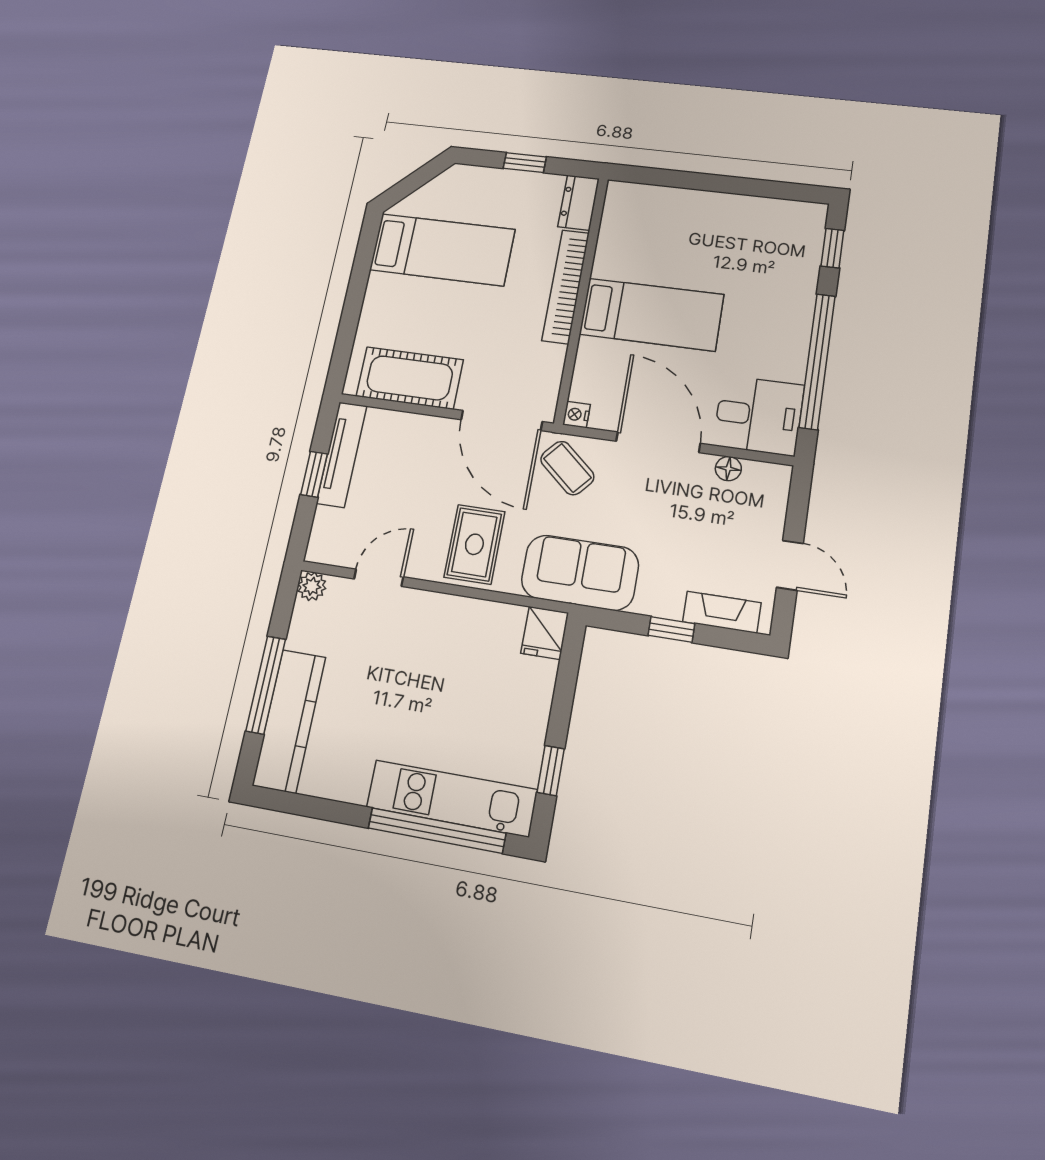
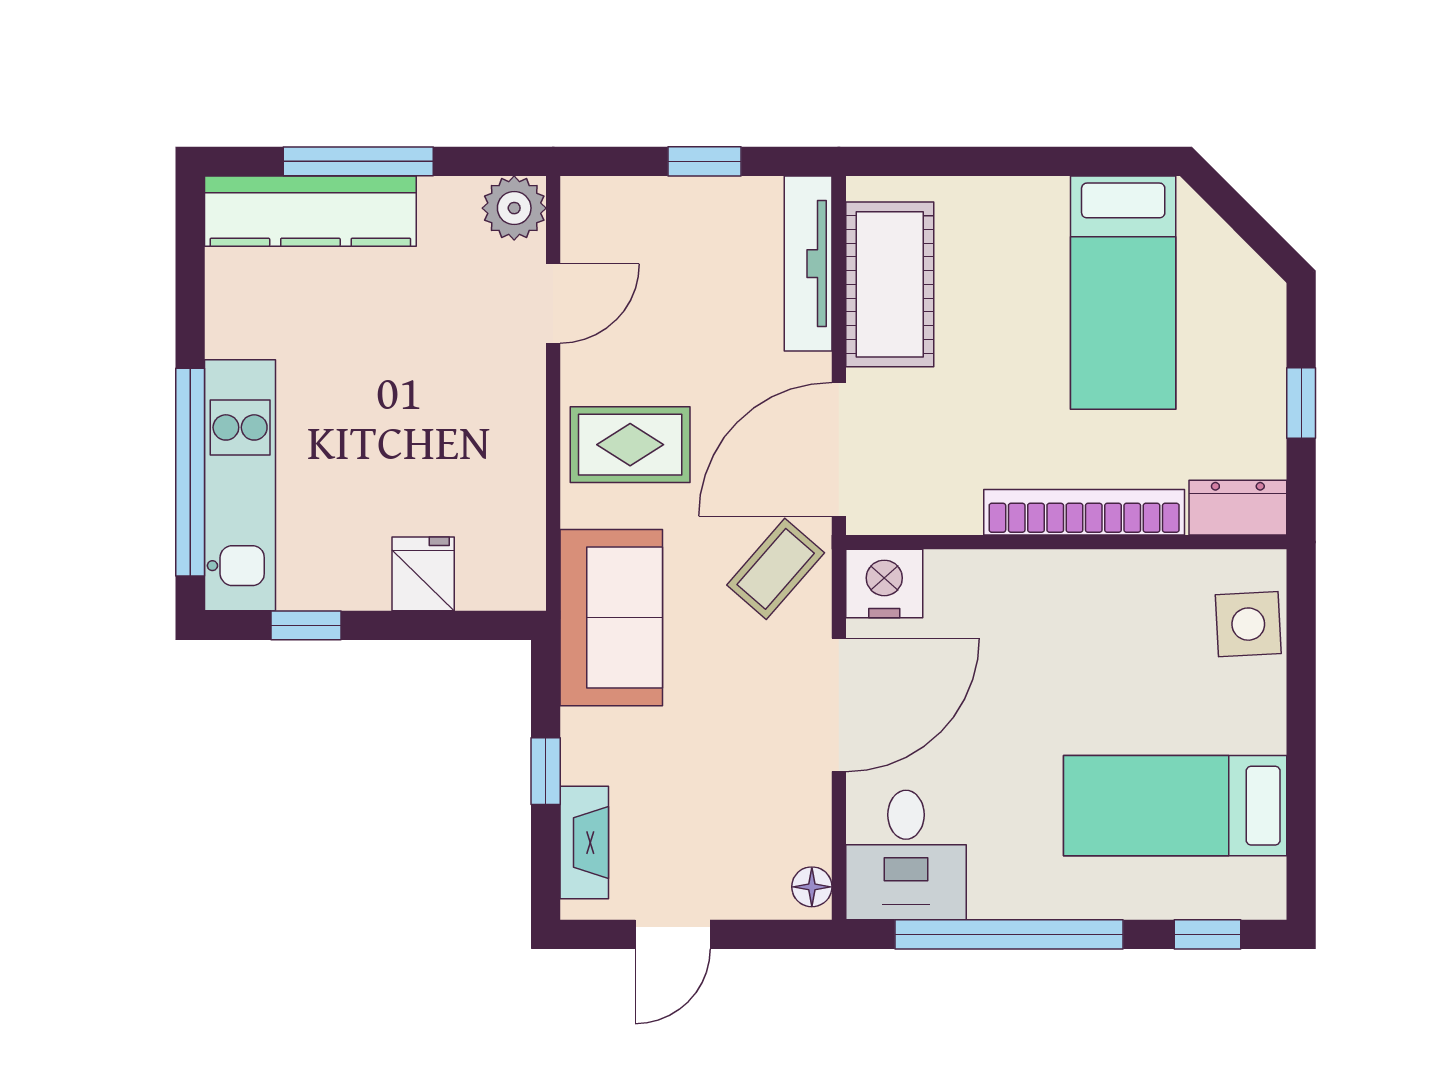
side table: (648, 205) -> (1248, 624), added
bed: (651, 314) -> (1175, 806), moved, turned 90
nightstand: (577, 415) -> (884, 583), width x1.89, depth x1.79
tv unit: (342, 454) -> (808, 264), moved, turned 90
floor lamp: (728, 469) -> (812, 887), moved
door: (379, 578) -> (553, 304), hinge flipped
plant: (312, 586) -> (514, 208), width x1.38, depth x1.38
fridge: (545, 633) -> (423, 574), moved, turned 90

